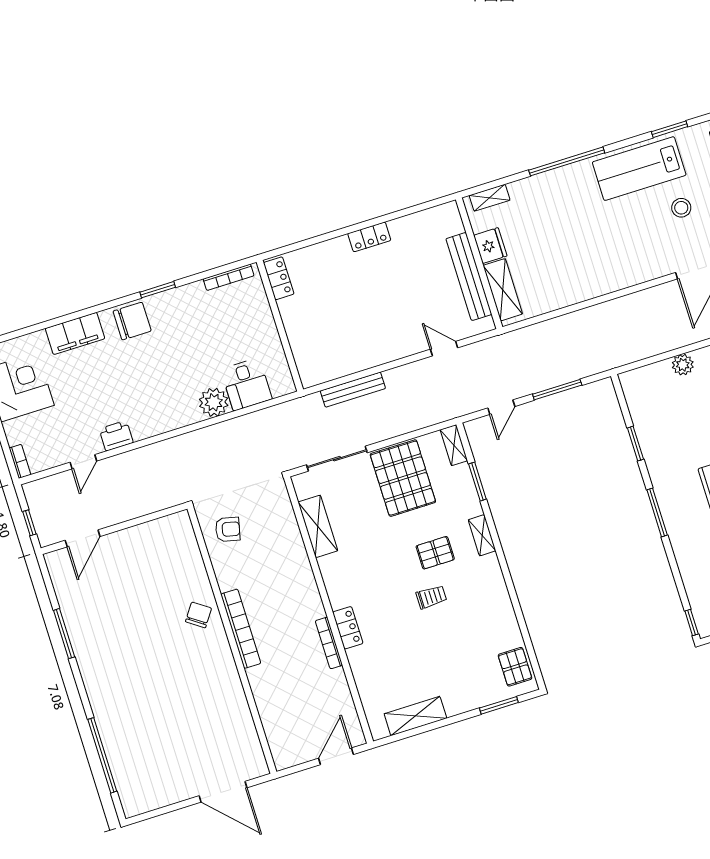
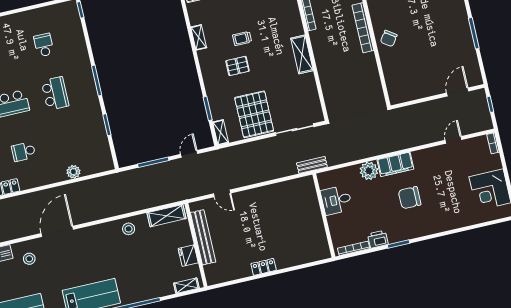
stool: (681, 208) -> (129, 229), moved
locker: (279, 278) -> (322, 245), removed
shelving: (503, 290) -> (167, 216), moved, turned 90
chair: (132, 321) -> (410, 198), moved
filing cabinet: (75, 333) -> (395, 164), moved, turned 180
desk: (246, 384) -> (336, 200), moved, turned -90
bench: (353, 390) -> (312, 165), moved, width x0.73
printer: (116, 436) -> (378, 239), moved, turned 180
shelving: (318, 526) -> (302, 54), moved
armchair: (228, 529) -> (366, 91), removed
shelving: (482, 535) -> (199, 37), moved
locker: (348, 628) -> (296, 23), removed

